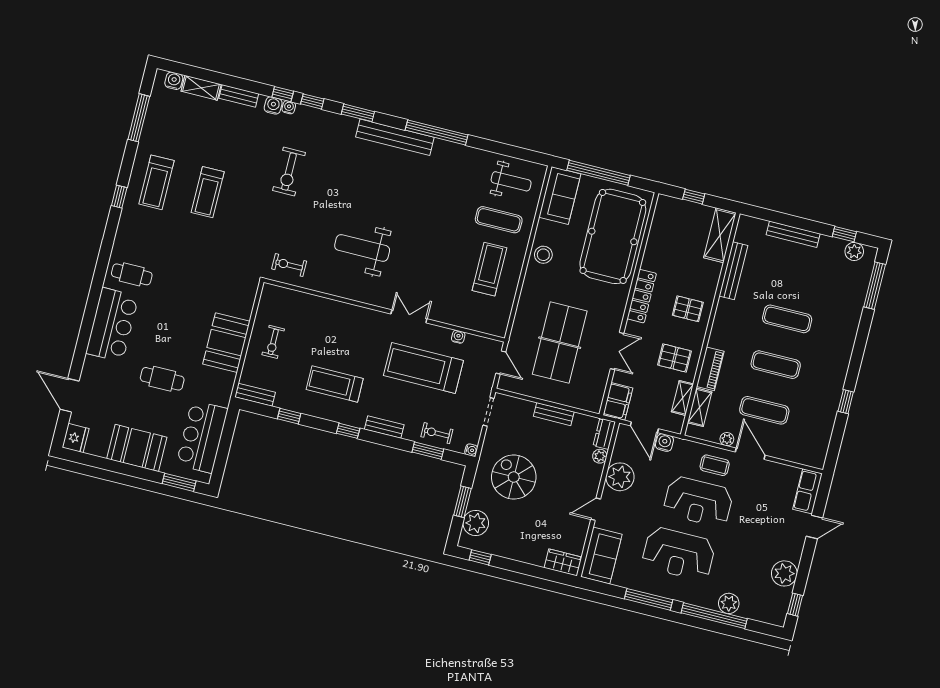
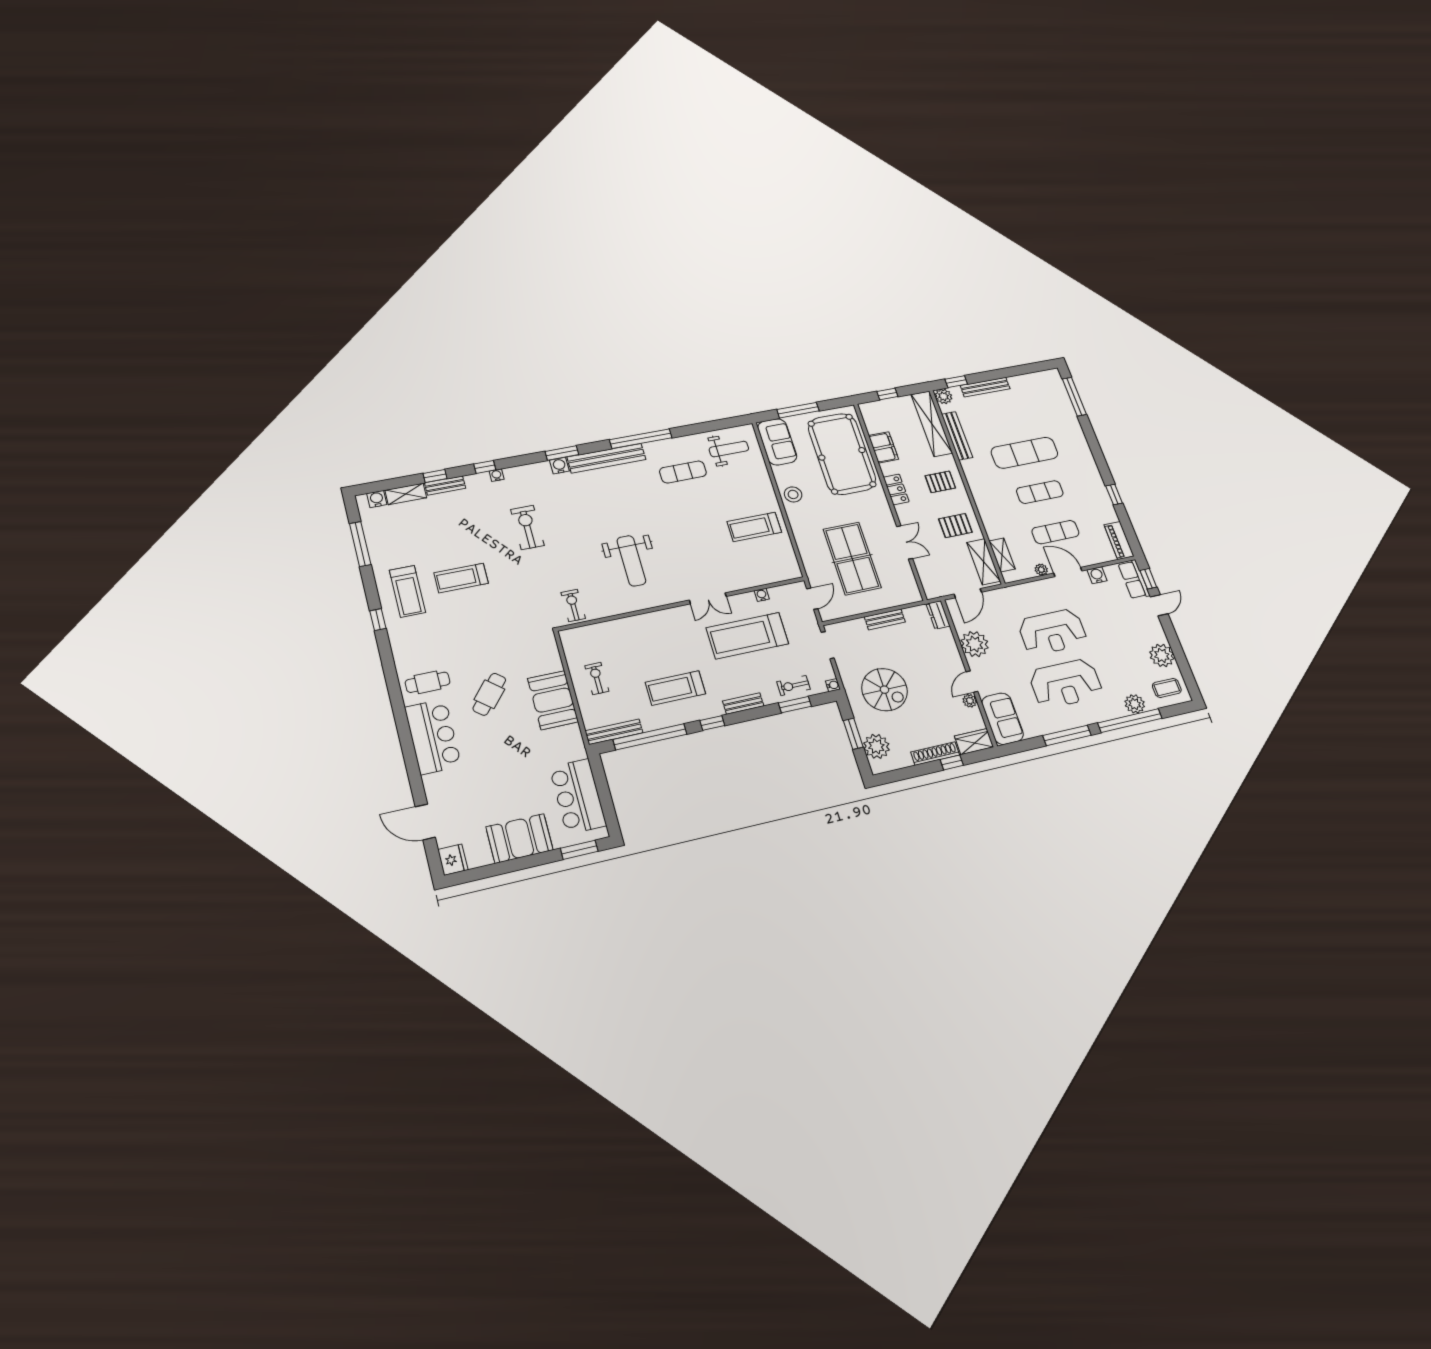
window: (312, 101) -> (435, 476), moved
water cooler: (273, 105) -> (559, 466), moved
exercise bike: (289, 172) -> (527, 527), turned 180
window: (598, 173) -> (798, 410), width x0.68
treadmill: (208, 192) -> (461, 578), turned 90
exercise mat: (499, 220) -> (683, 472), moved
window: (844, 234) -> (956, 382), moved
shelving: (720, 235) -> (932, 424), width x1.47
weight bench: (362, 248) -> (631, 561), turned -90
plant: (854, 251) -> (943, 396), moved
exercise bike: (289, 265) -> (573, 605), turned 90
treadmill: (489, 269) -> (754, 527), turned -90
locker: (642, 296) -> (896, 489), width x0.66
double door: (409, 316) -> (708, 598), swing flipped
exercise mat: (787, 319) -> (1024, 453), width x1.36, depth x1.45
exercise bike: (273, 342) -> (597, 678), turned 180
door: (501, 362) -> (812, 599), hinge flipped
piano: (710, 369) -> (1119, 540), moved, turned 180
cafe table: (162, 379) -> (489, 694), moved, turned -50
bench: (255, 395) -> (614, 732), width x1.36
shelving: (682, 398) -> (984, 562), width x1.50, depth x1.33
filing cabinet: (618, 401) -> (883, 447), moved
window: (289, 416) -> (650, 737), width x3.17
door: (644, 427) -> (968, 593), hinge flipped
water cooler: (664, 443) -> (1097, 575), moved
plant: (600, 456) -> (970, 701), moved
coffee table: (715, 465) -> (1167, 688), moved
spiral stairs: (514, 477) -> (884, 690), turned 180
shoe rack: (522, 555) -> (935, 754), added
window: (480, 557) -> (952, 762), moved
window: (795, 605) -> (1148, 579), moved

